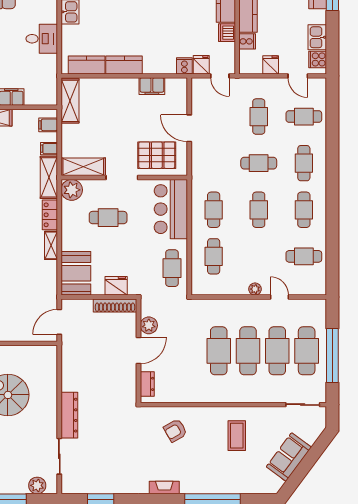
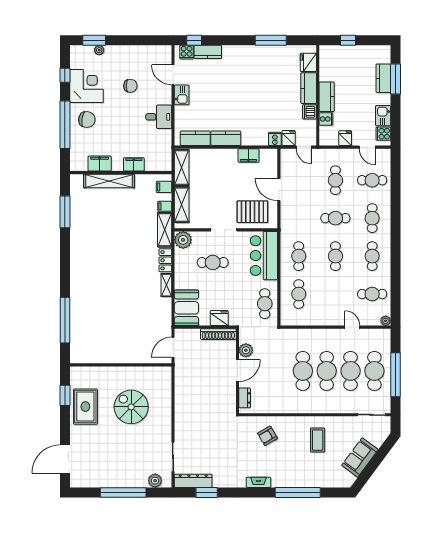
shelving: (83, 167) -> (182, 205), moved, turned 90
plant: (255, 289) -> (386, 321), moved
dresser: (69, 415) -> (193, 481), moved, turned -90

